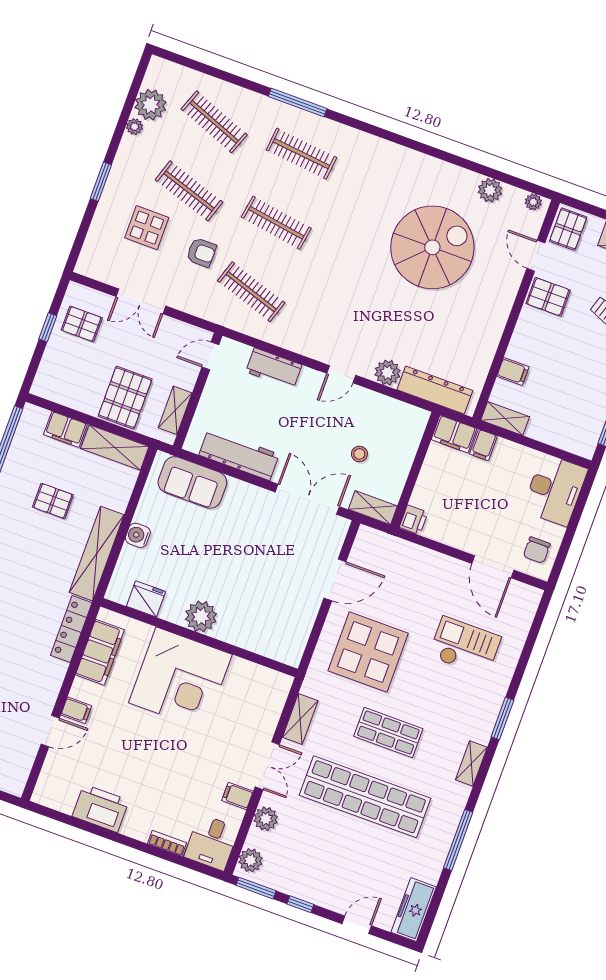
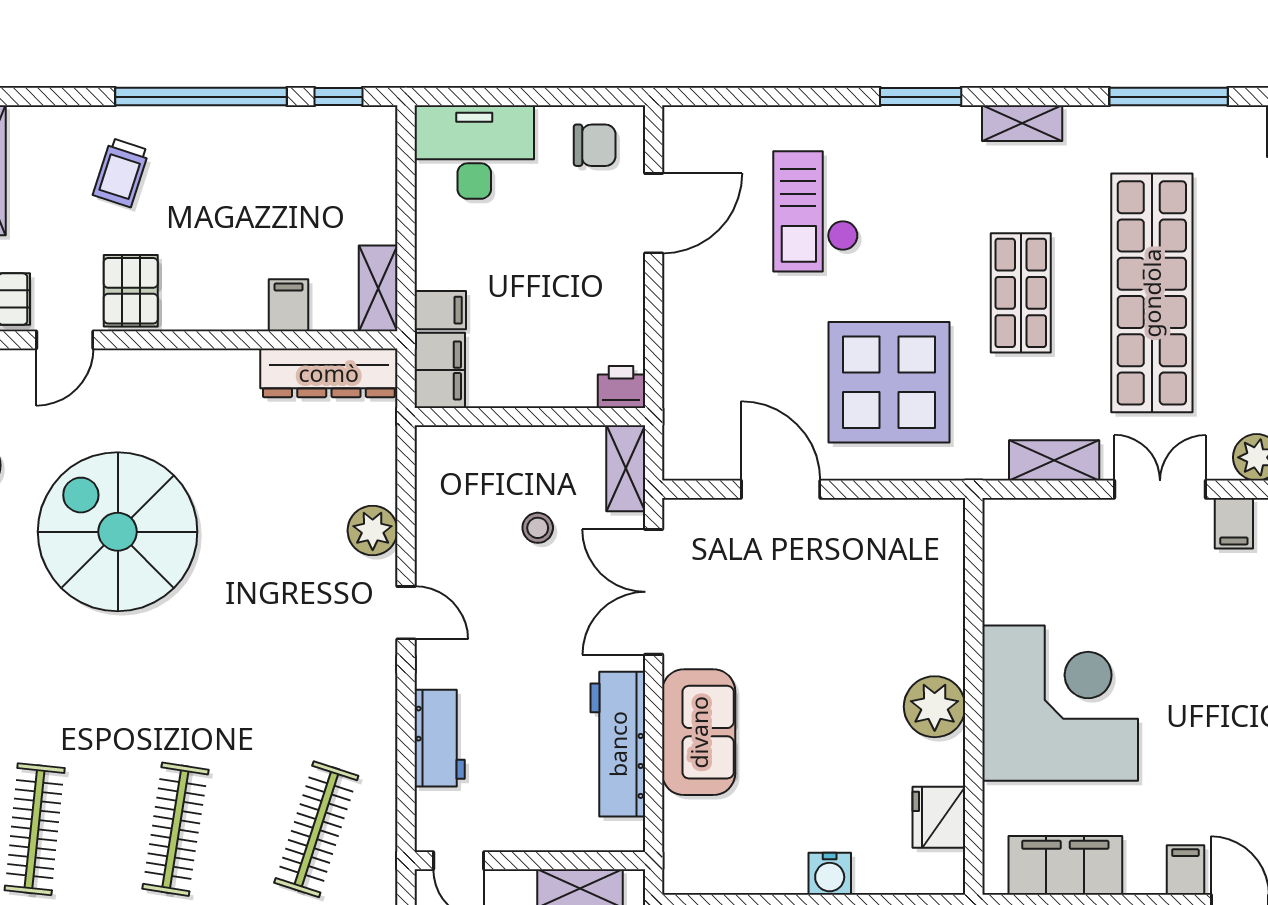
dresser: (435, 390) -> (329, 373), moved, turned -90
sofa: (192, 482) -> (699, 732), moved

